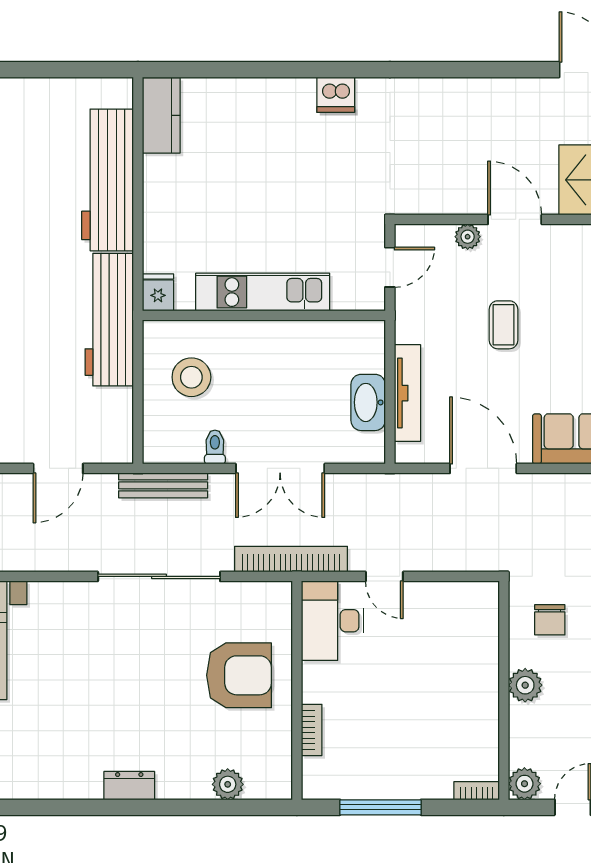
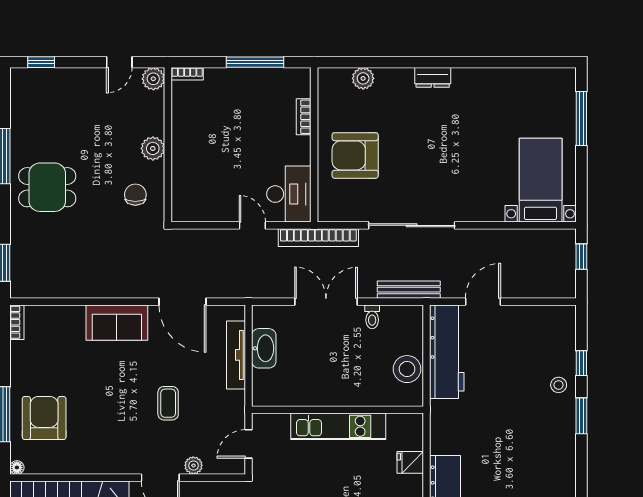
fridge: (158, 292) -> (410, 462), moved, turned 90
workbench: (109, 320) -> (447, 352), moved
stool: (191, 377) -> (407, 369), moved

